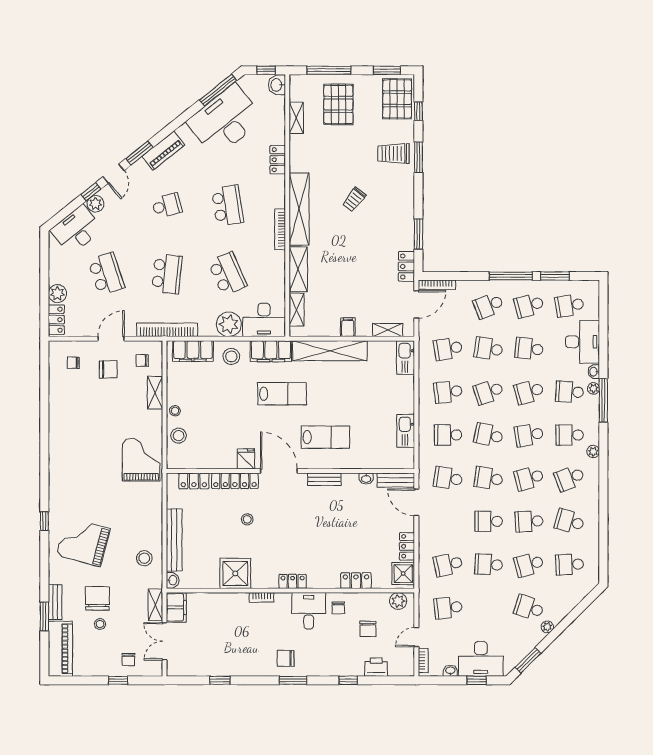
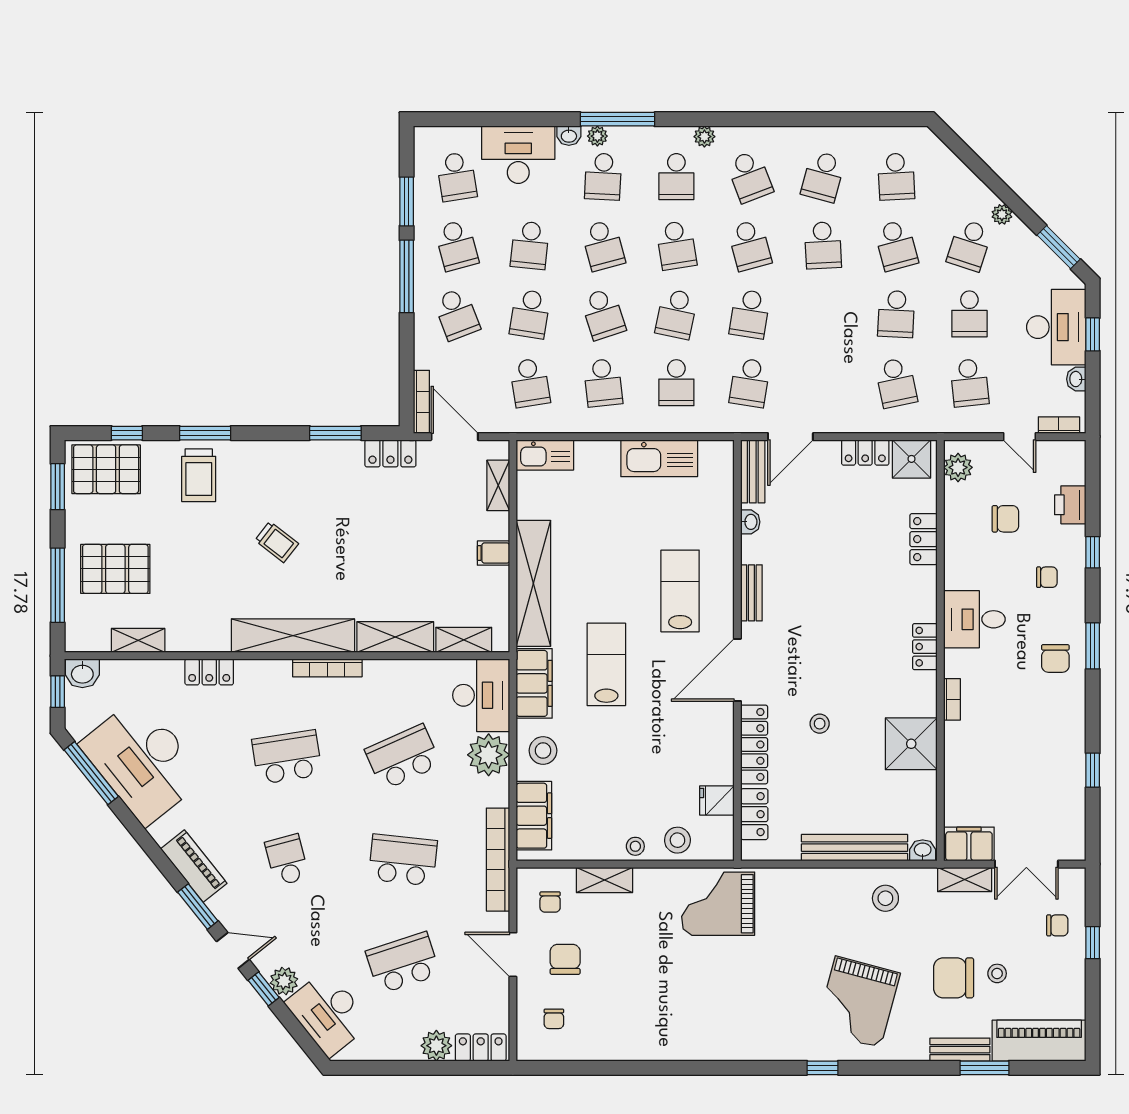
kitchen sink: (406, 431) -> (659, 458), width x1.36, depth x1.24
fridge: (246, 459) -> (717, 800), moved
school desk: (489, 521) -> (969, 314), moved
chair: (338, 608) -> (1047, 577), moved

